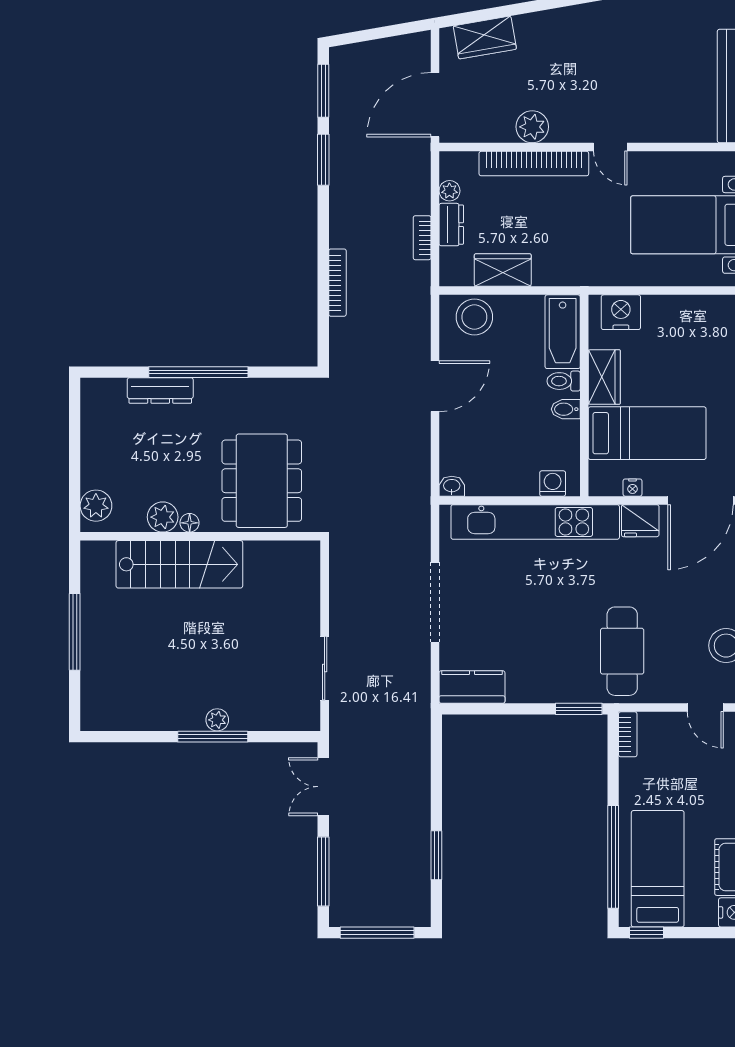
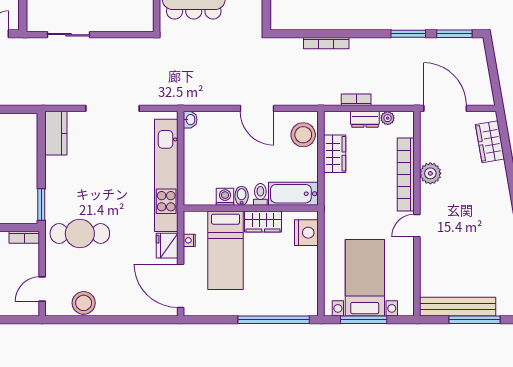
washing machine: (553, 483) -> (225, 197), moved, turned -90

